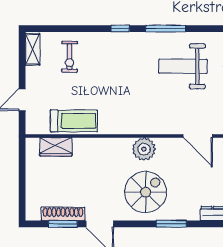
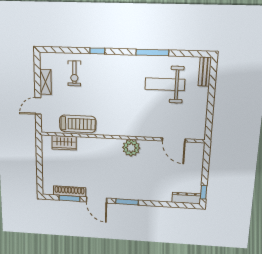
window: (120, 29) -> (97, 51), moved
shelving: (33, 49) -> (46, 82), moved
spiral stairs: (146, 192) -> (131, 179), removed
window: (171, 224) -> (127, 202), moved

